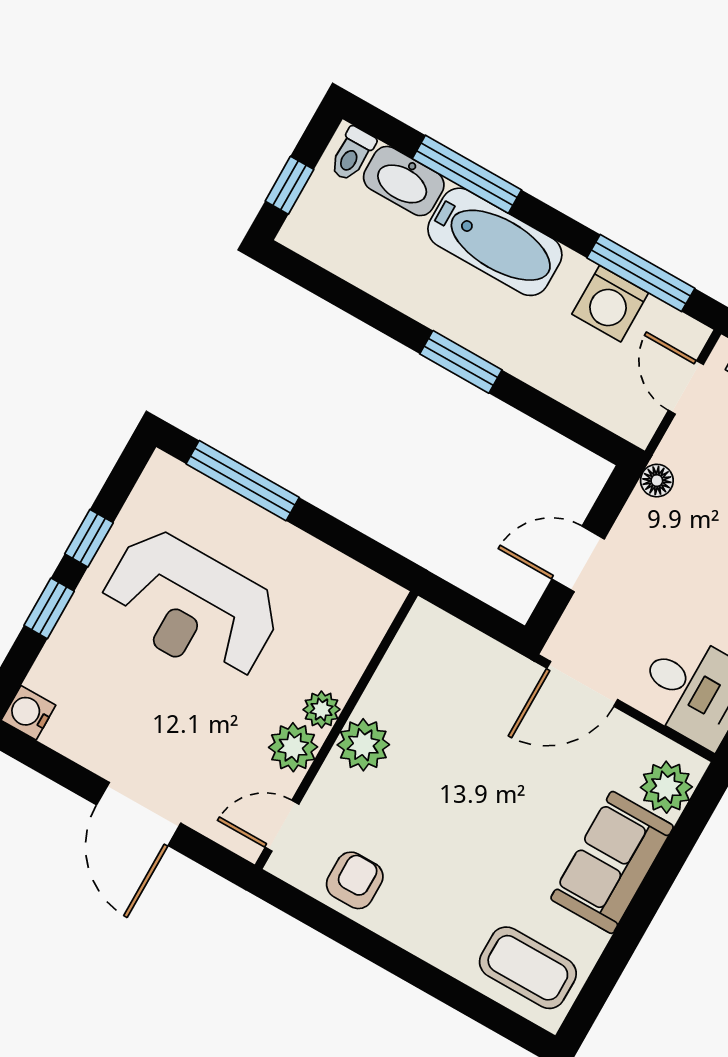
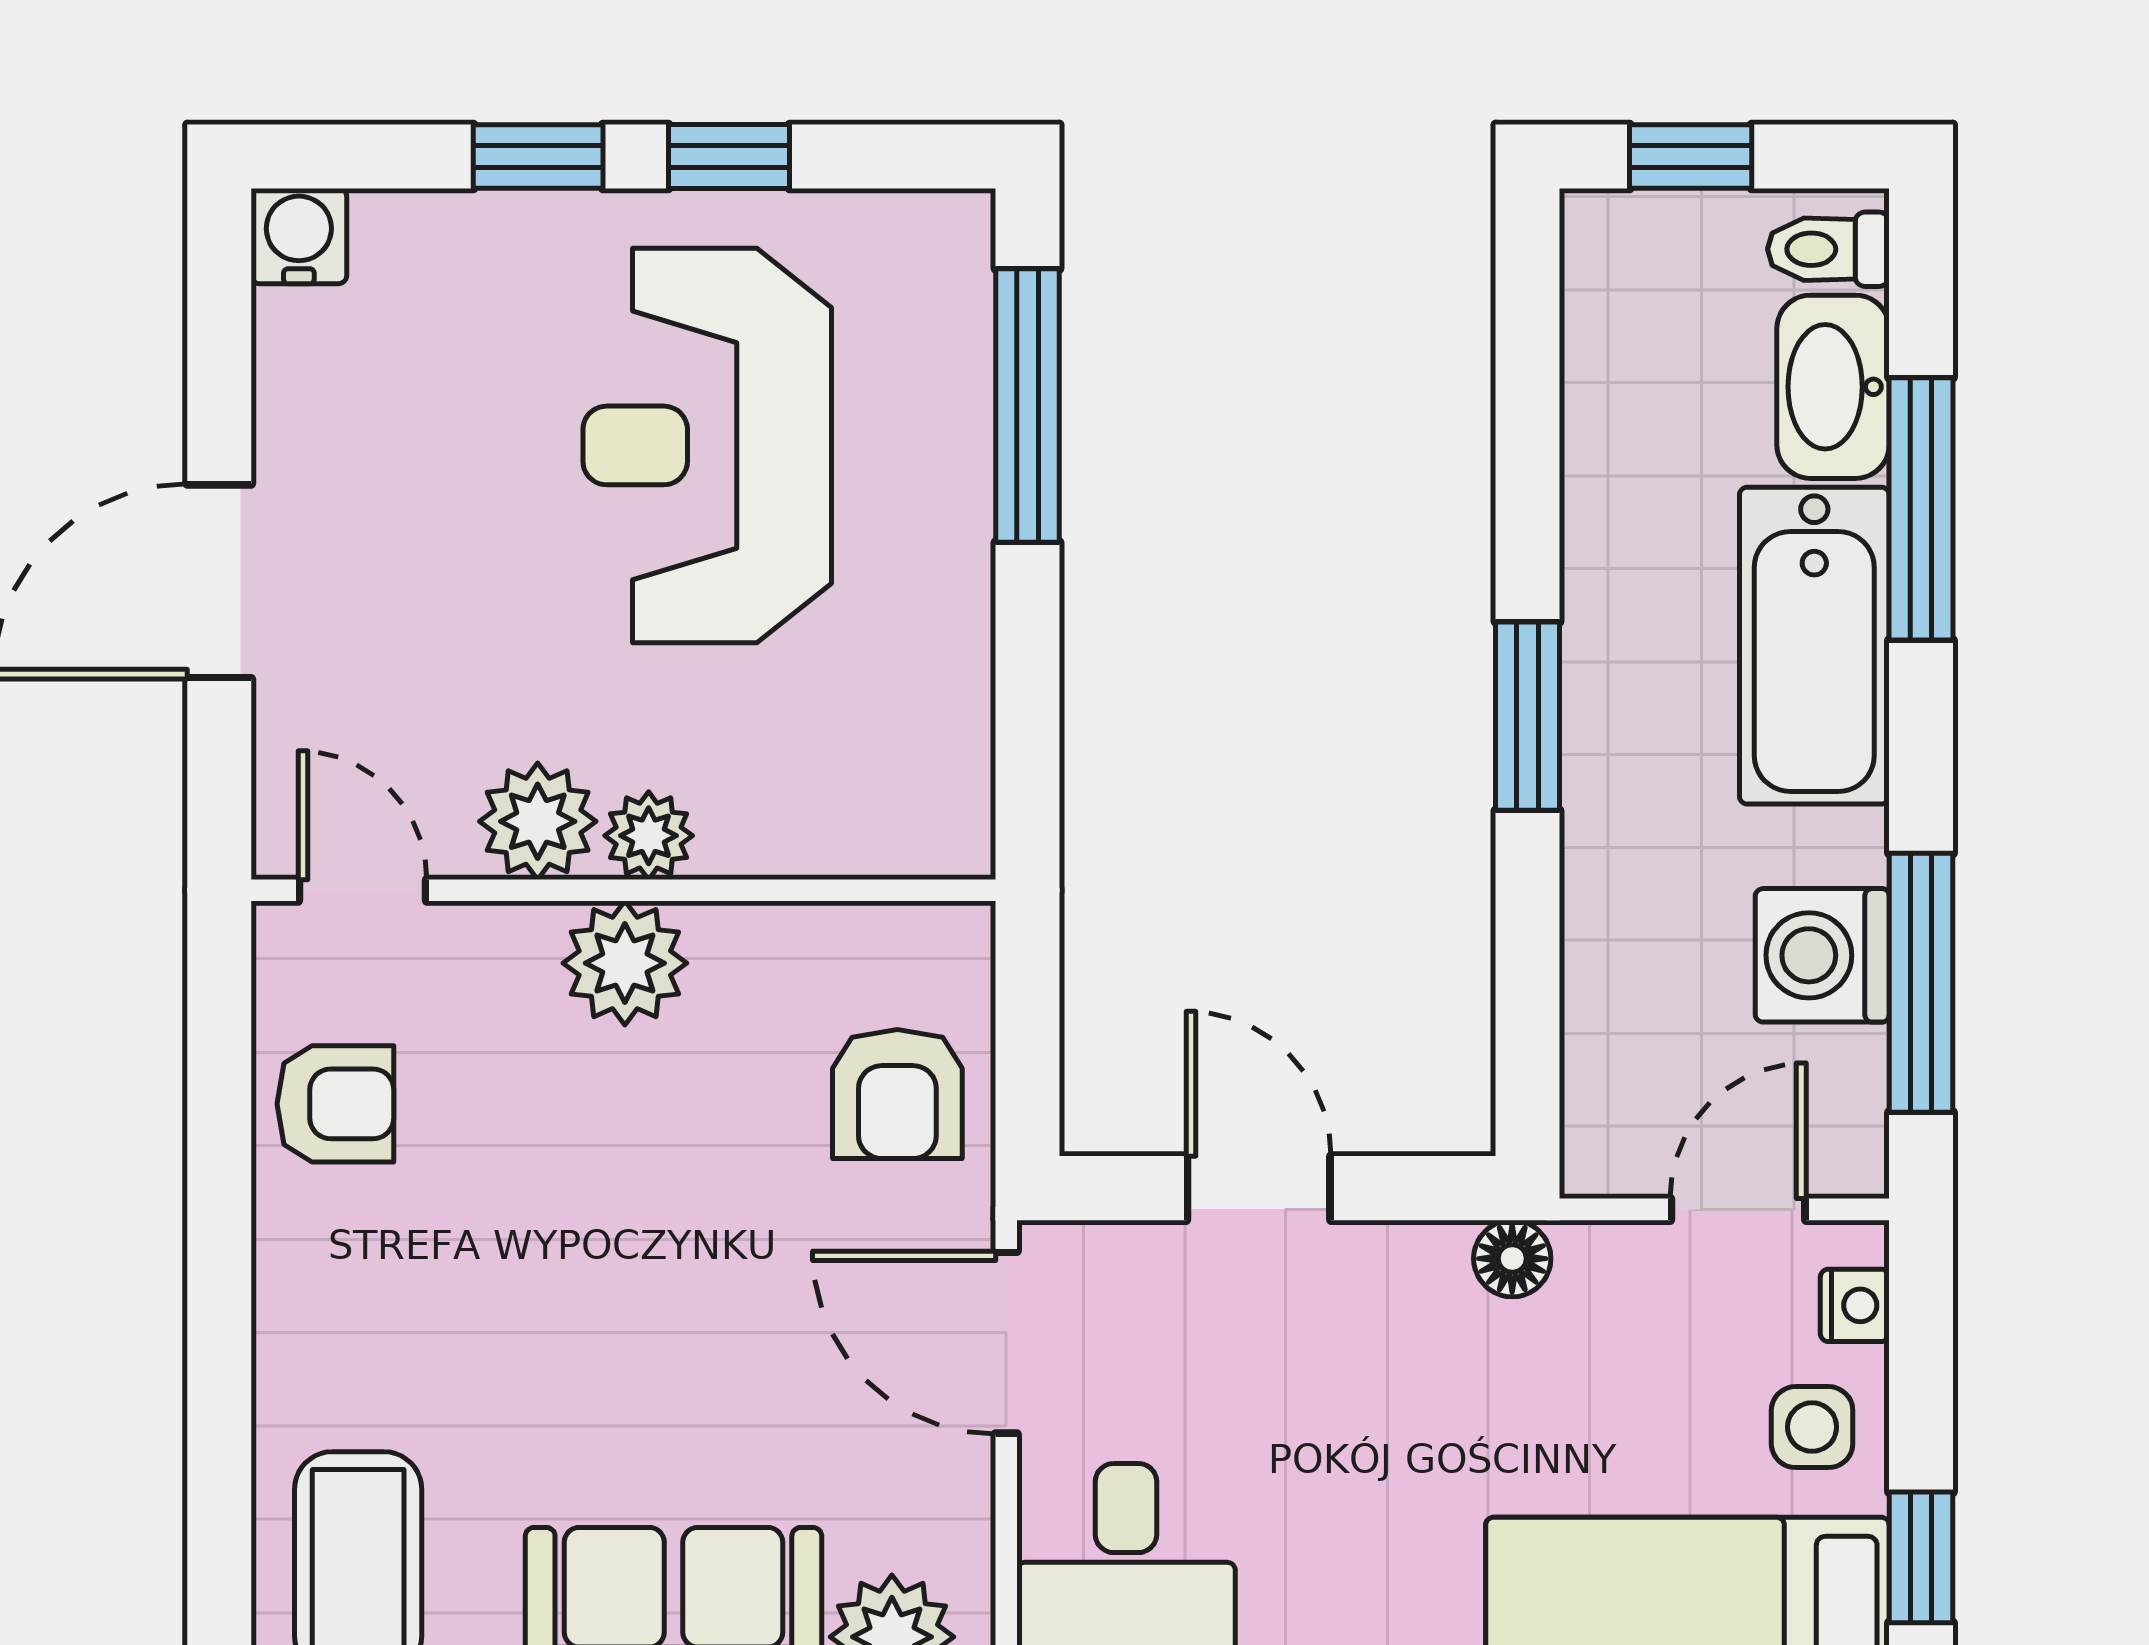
armchair: (468, 672) -> (897, 1094), added

